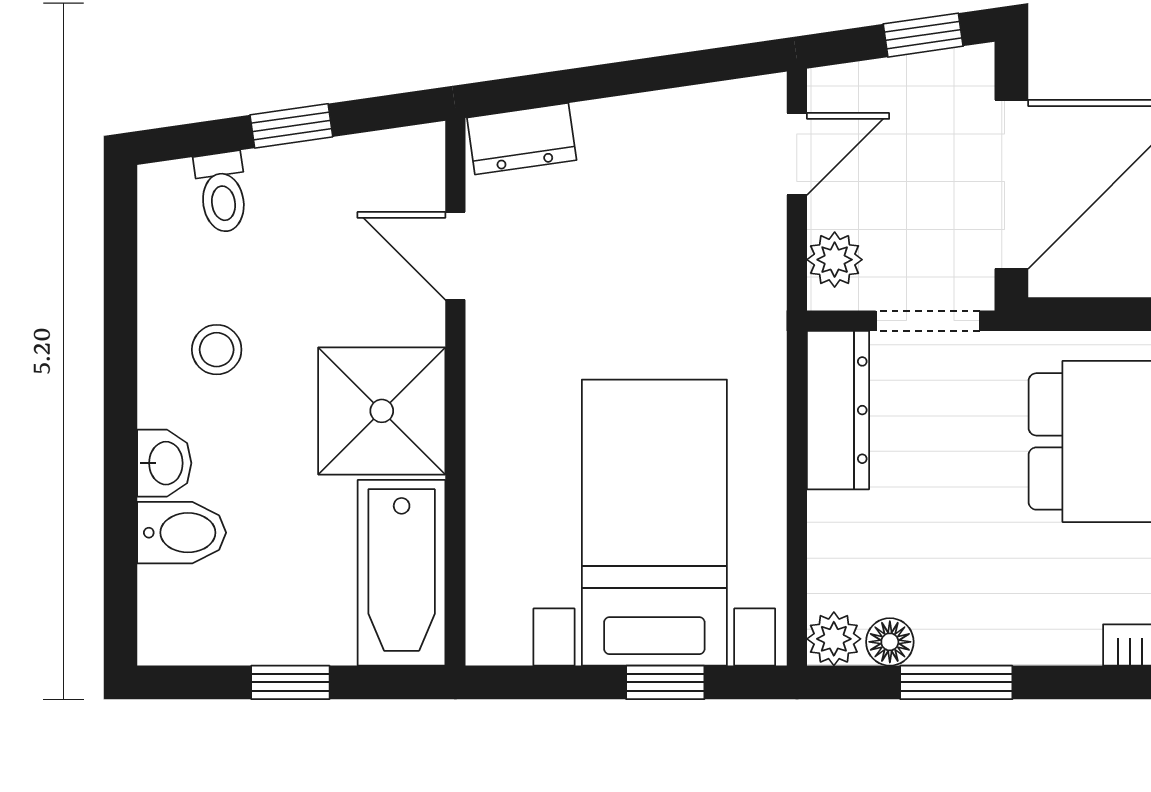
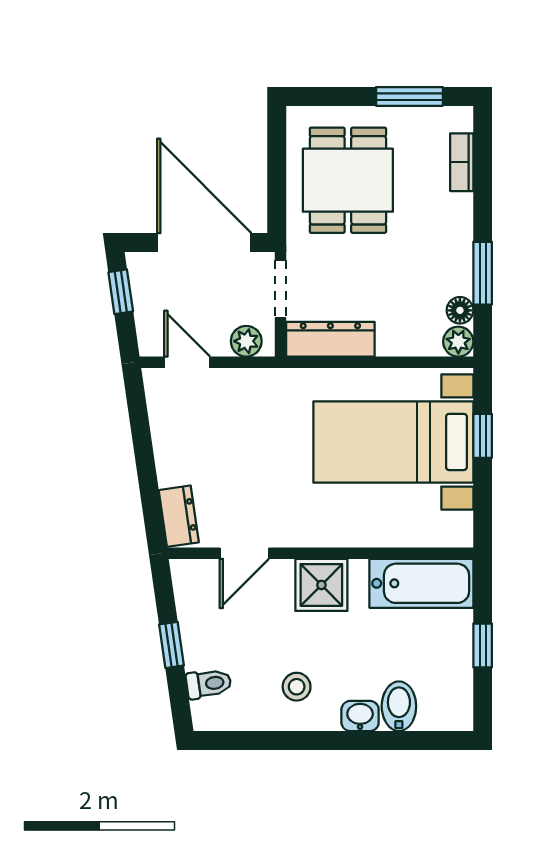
shower: (382, 411) -> (321, 585), width x0.73, depth x0.73

